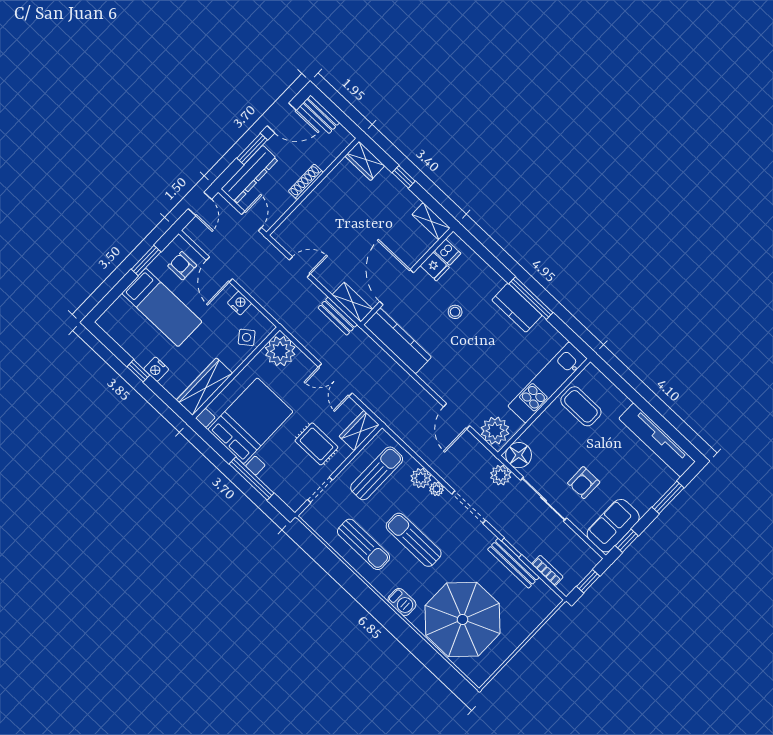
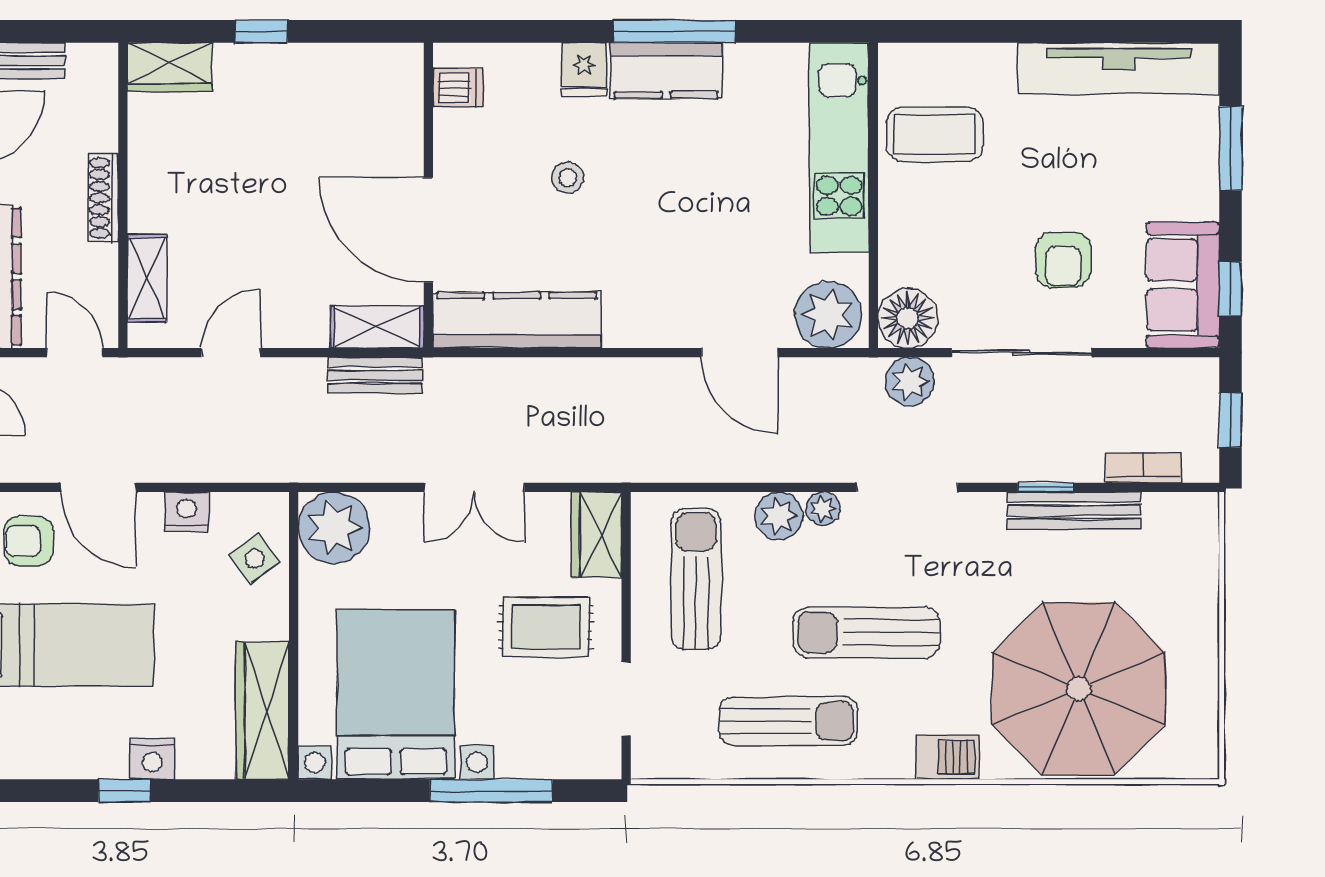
shelving: (431, 221) -> (147, 278), moved, turned 90
fridge: (435, 267) -> (584, 69), moved, turned 90

